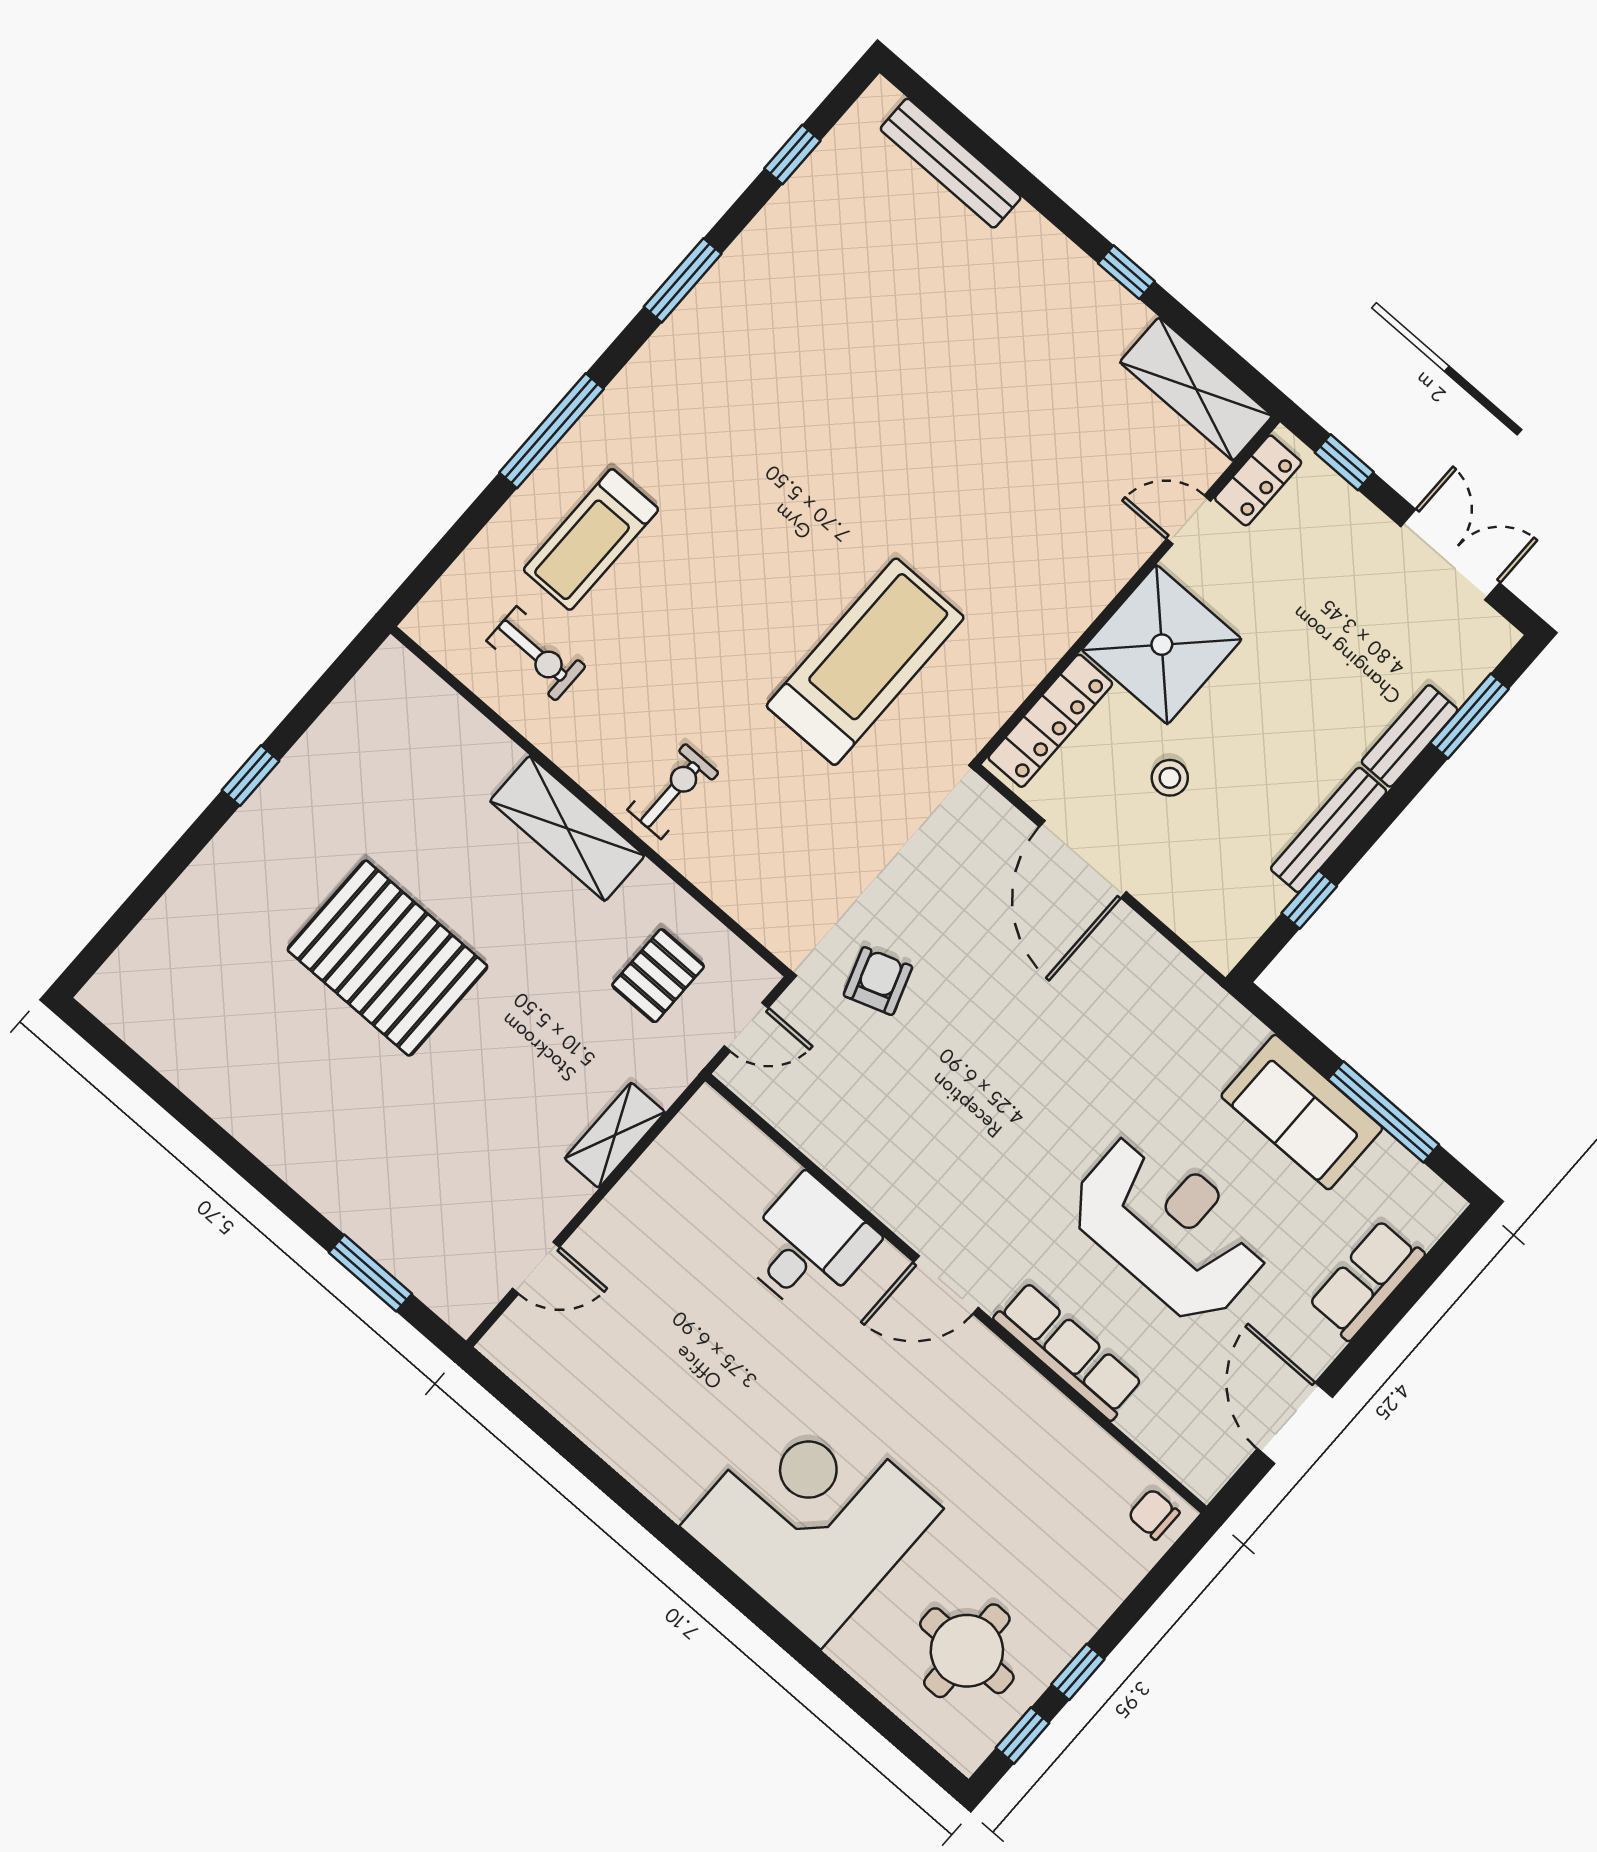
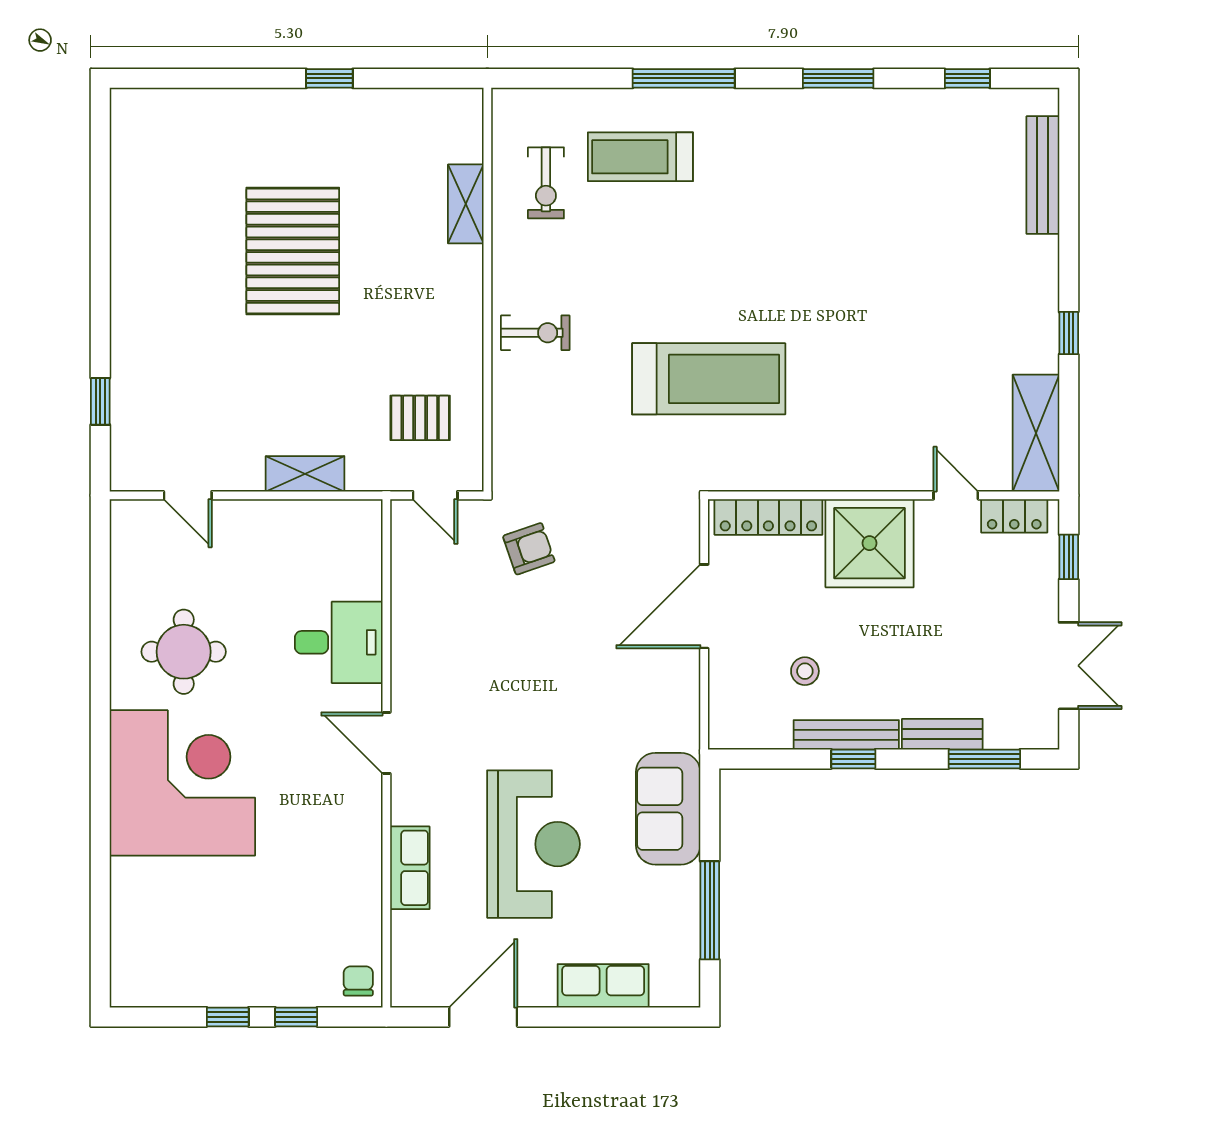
stool: (1170, 778) -> (805, 671), moved
shelving: (567, 828) -> (466, 204), moved, width x0.67, depth x0.75
window: (1309, 900) -> (853, 759), moved
sofa: (1302, 1112) -> (668, 809), moved
window: (370, 1273) -> (100, 401), width x0.67
row of seats: (1068, 1351) -> (410, 868), width x0.68
round table: (967, 1651) -> (184, 652), moved
window: (1022, 1735) -> (296, 1017), moved

